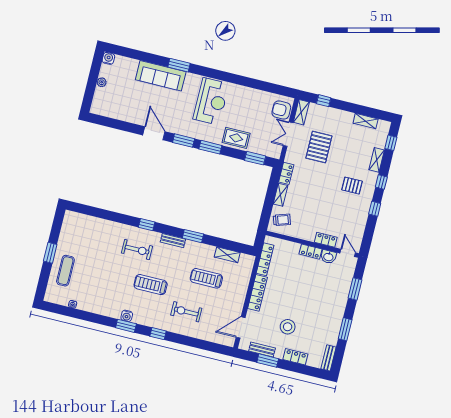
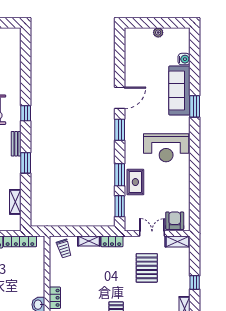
water cooler: (108, 58) -> (184, 59), moved
window: (324, 101) -> (195, 282), moved
window: (210, 147) -> (120, 175), moved
pallet: (319, 147) -> (147, 268), turned 90
locker: (310, 252) -> (39, 285), removed

